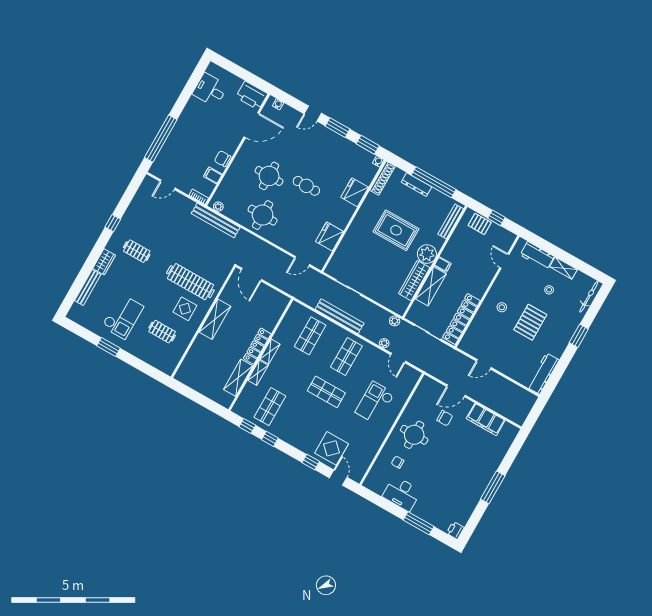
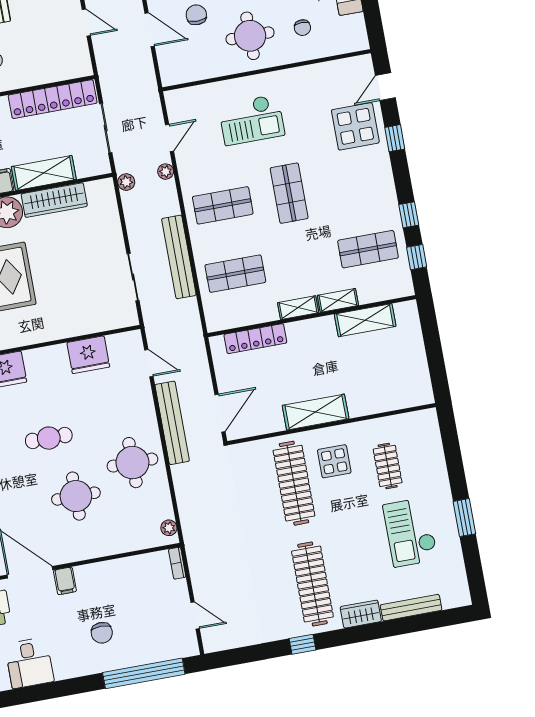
chair: (223, 159) -> (102, 633), moved
filing cabinet: (213, 175) -> (65, 581), moved
cafe table: (306, 186) -> (49, 438), turned 90
bench: (216, 220) -> (172, 423), moved
clothes rail: (137, 251) -> (312, 584), width x1.86, depth x1.31
checkout: (123, 316) -> (410, 532), turned -90
locker: (257, 346) -> (255, 339), moved

